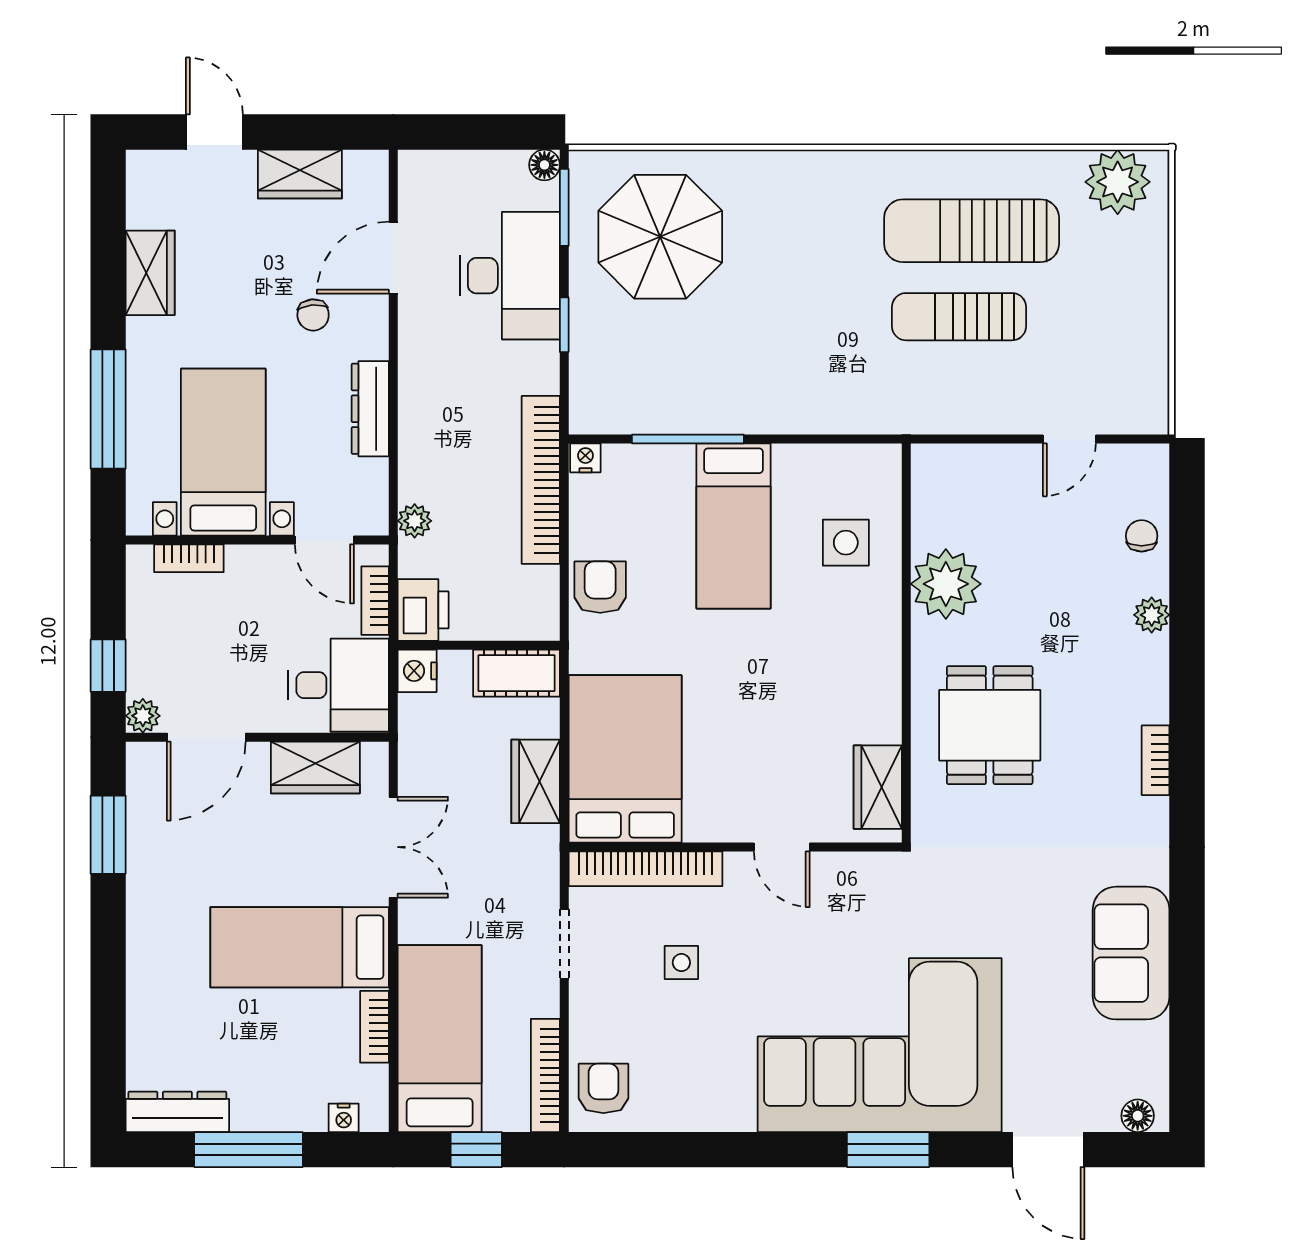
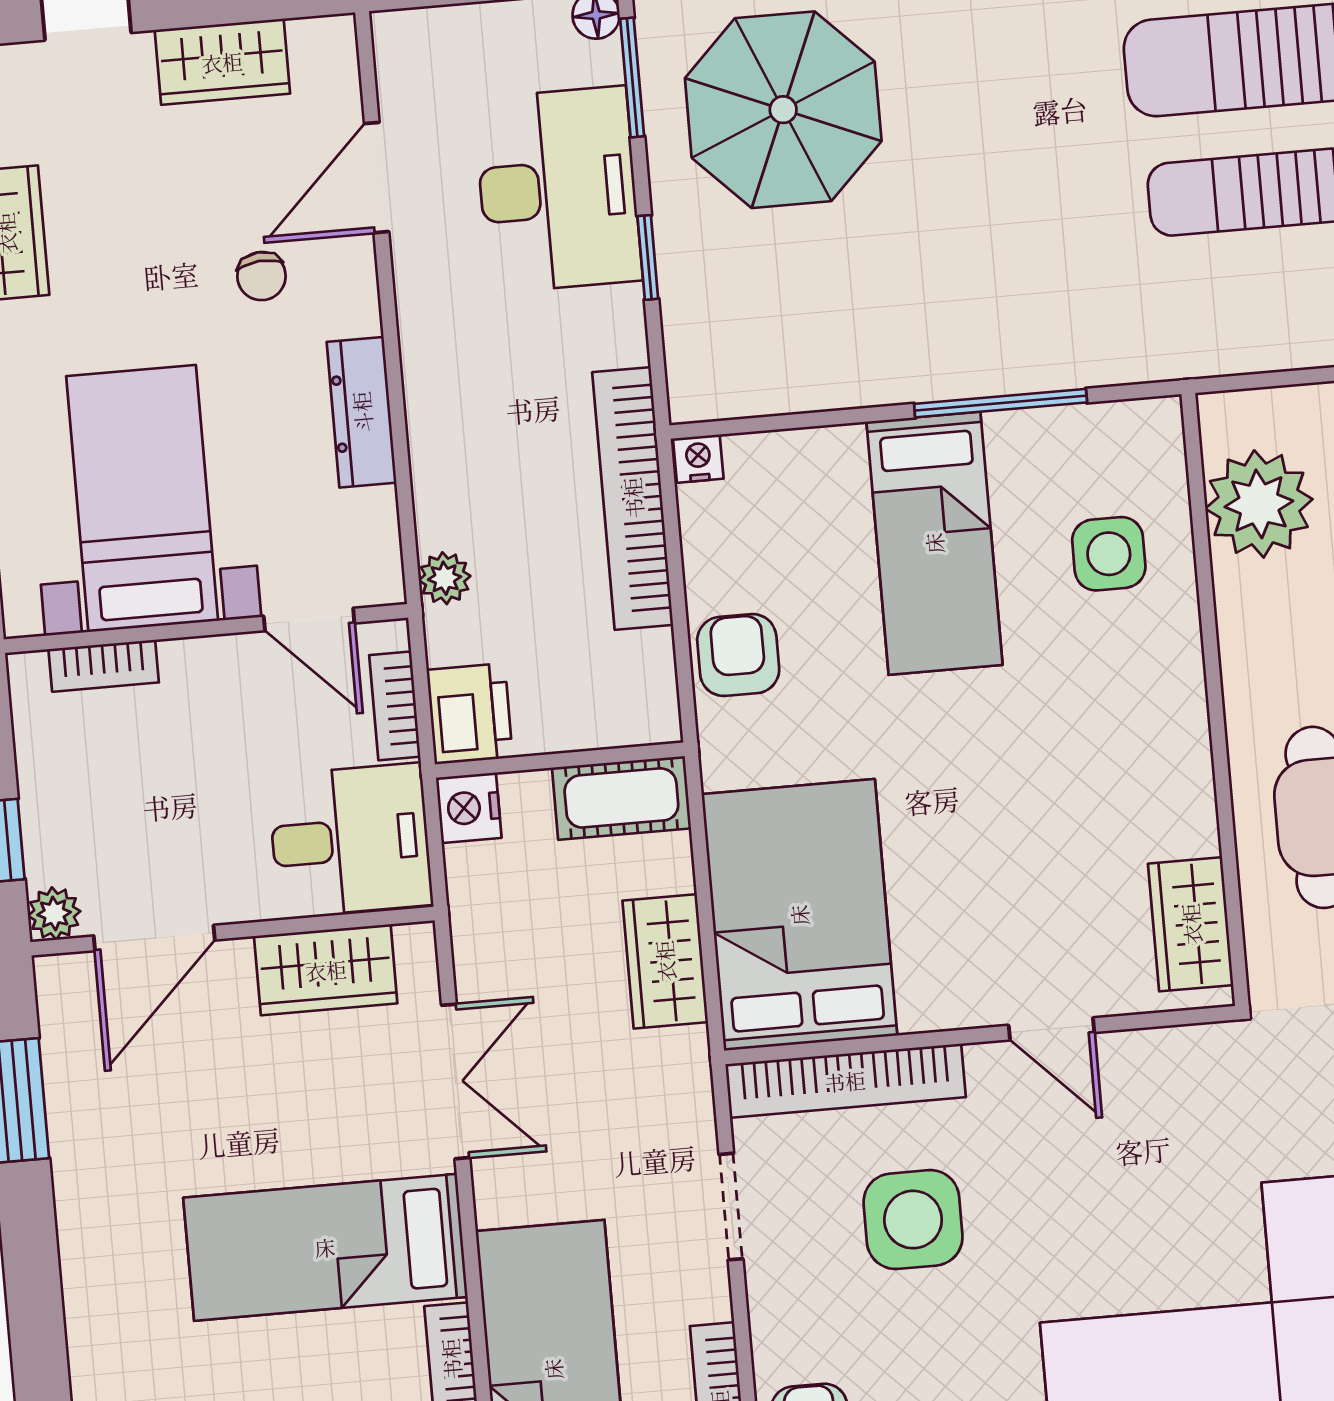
window: (688, 439) -> (1001, 403), moved
plant: (946, 584) -> (1259, 504), moved
side table: (681, 963) -> (913, 1220), width x1.87, depth x1.87

